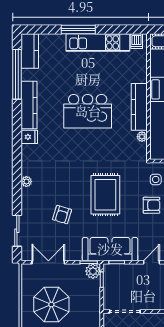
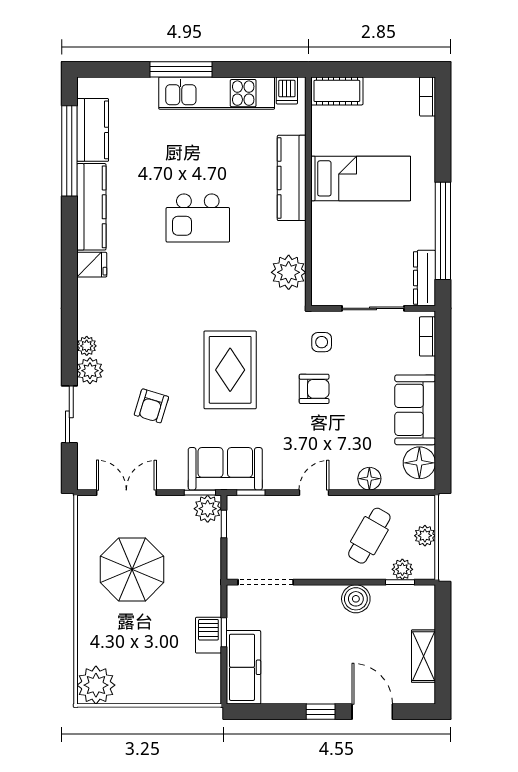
kitchen counter: (30, 51) -> (93, 130), moved
kitchen counter: (139, 107) -> (292, 178), moved
kitchen island: (88, 111) -> (198, 218), width x0.73, depth x0.78
plant: (142, 137) -> (289, 272), width x1.87, depth x1.87
plant: (28, 195) -> (90, 371), added
sliding door: (17, 231) -> (69, 414), moved
sofa: (110, 249) -> (225, 469), width x0.73

